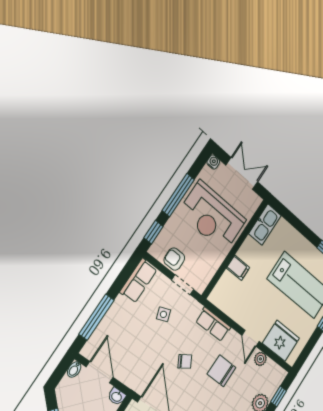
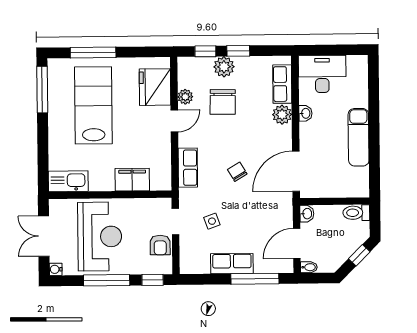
filing cabinet: (238, 268) -> (132, 180), width x2.00
row of seats: (139, 281) -> (232, 264), moved
chair: (222, 371) -> (223, 102), moved

